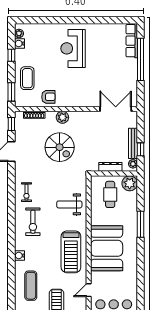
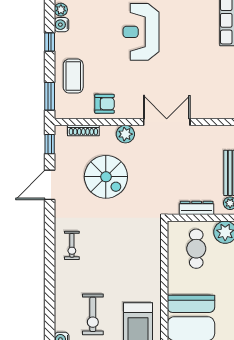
double door: (116, 109) -> (167, 122), moved
spiral stairs: (60, 147) -> (106, 177), moved
weight bench: (69, 204) -> (136, 264), removed
exercise bike: (33, 222) -> (93, 314), moved

